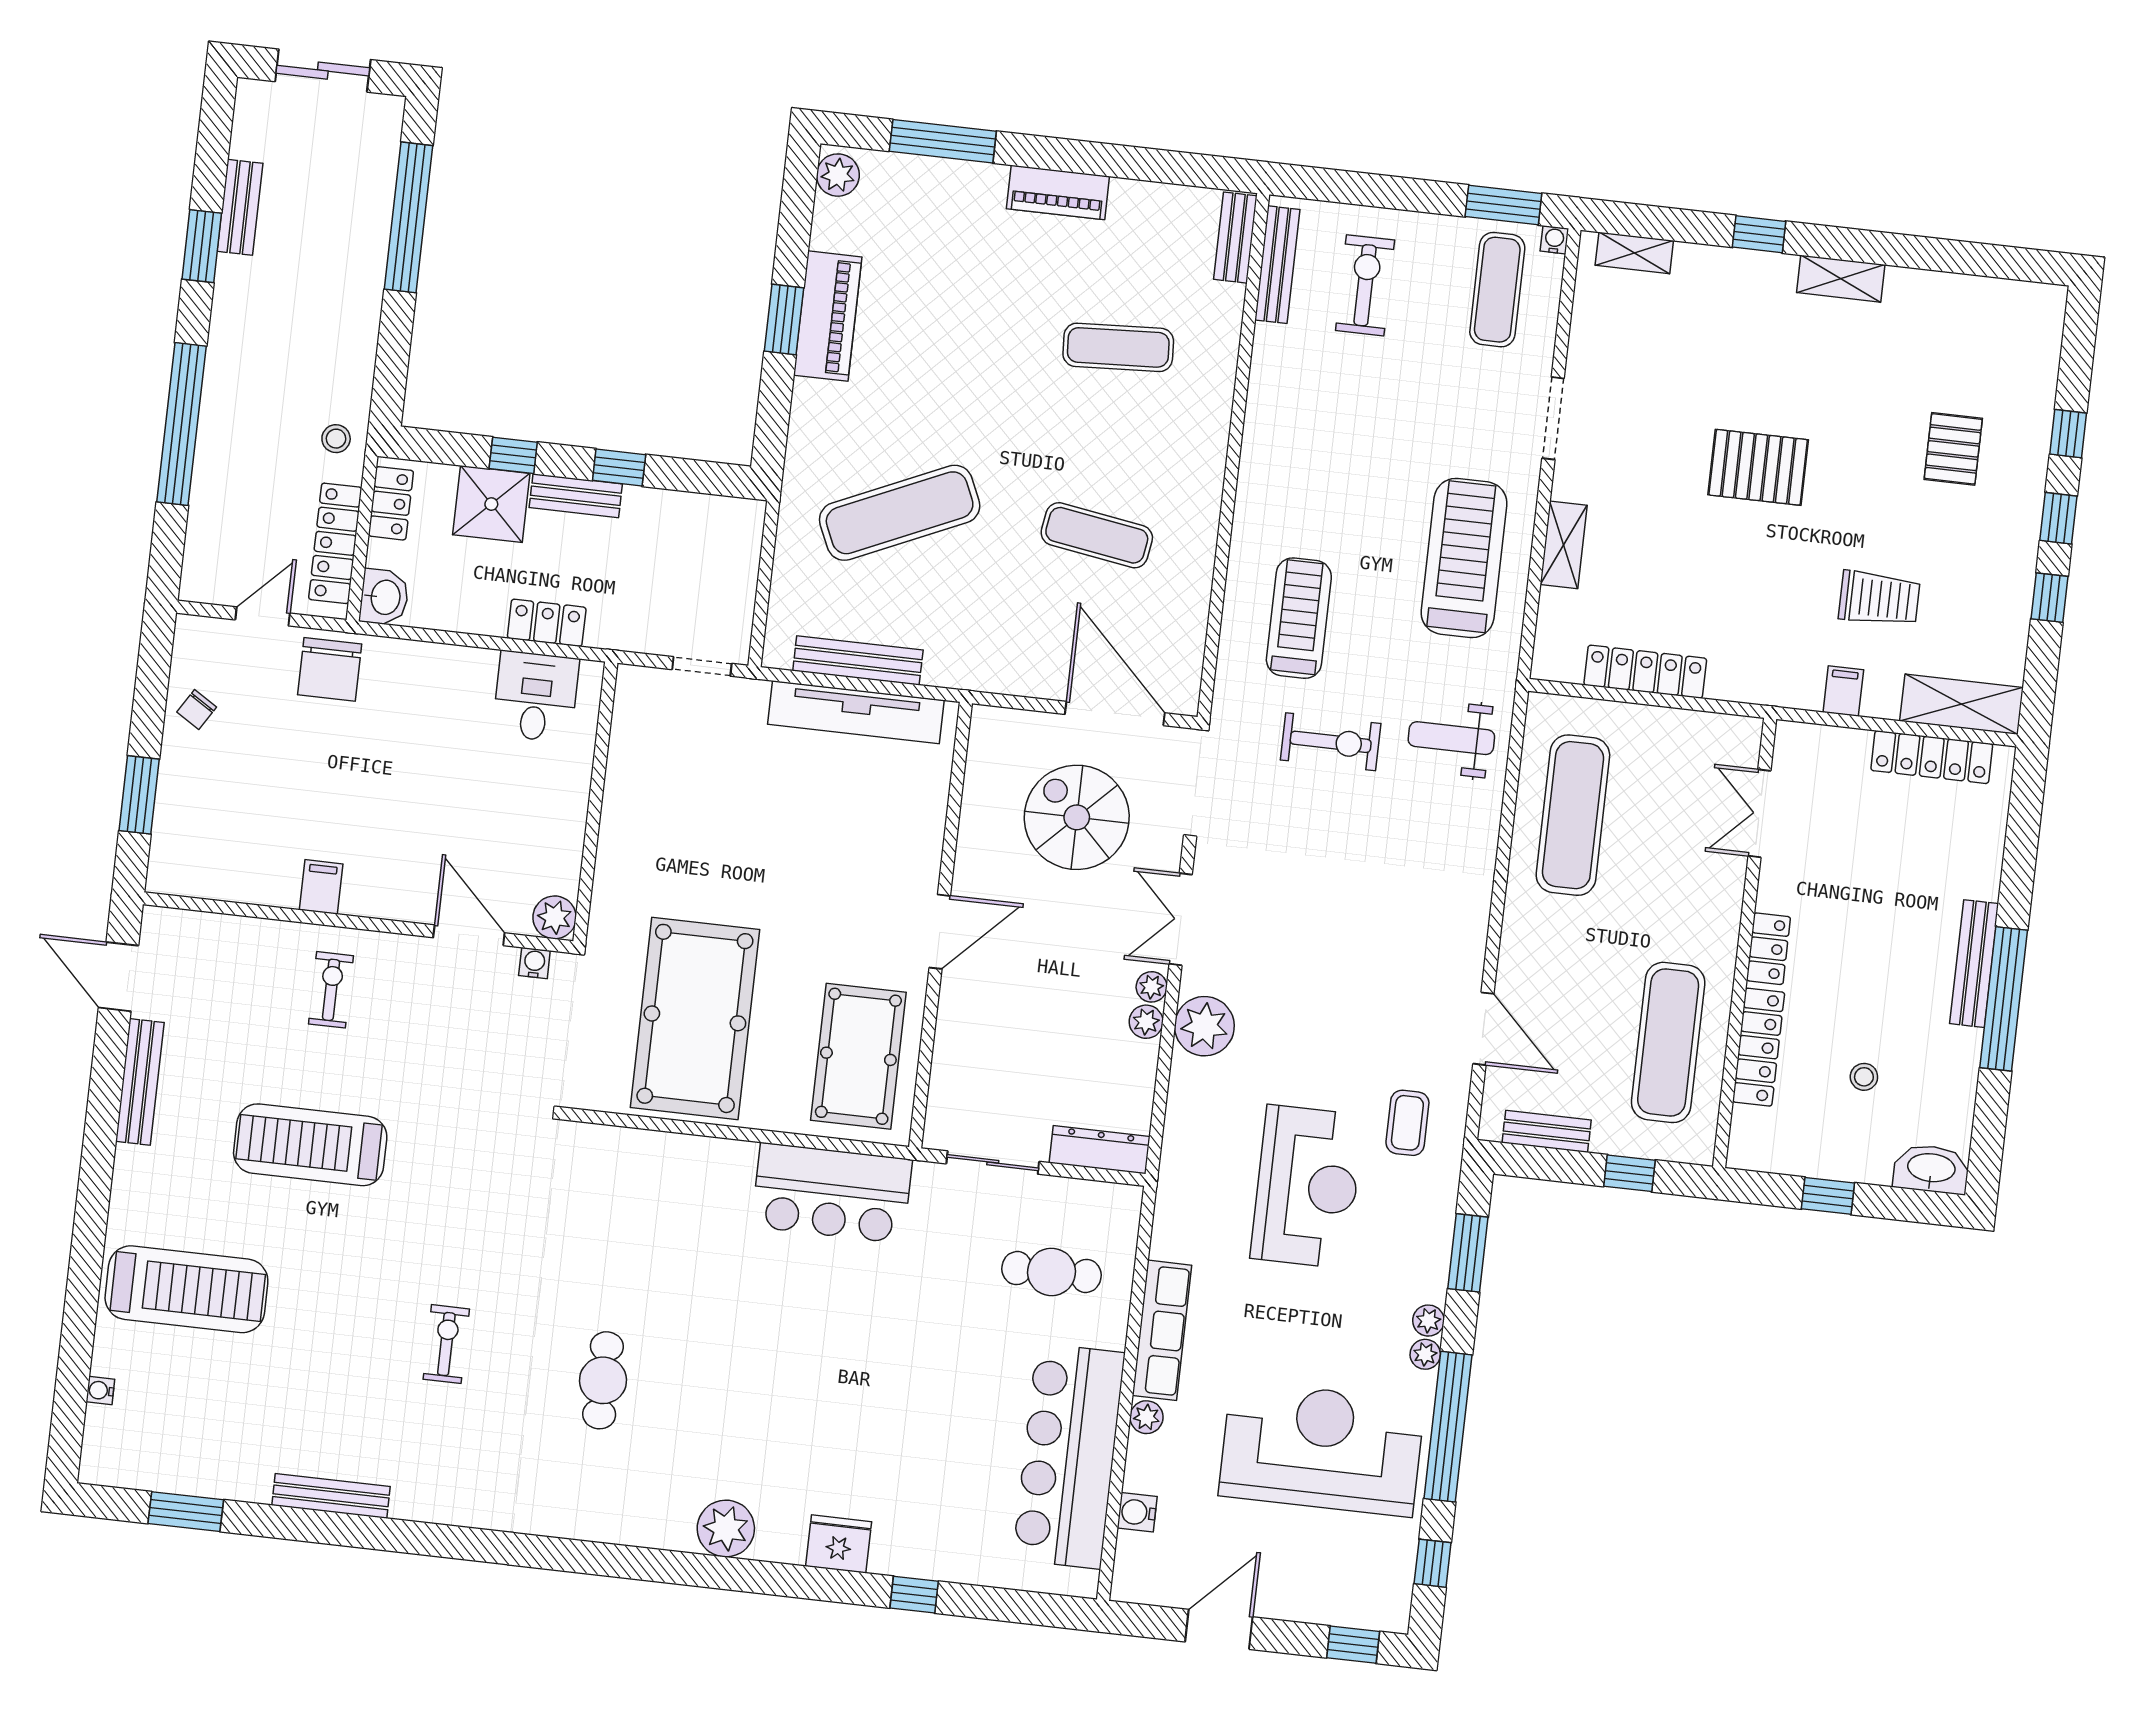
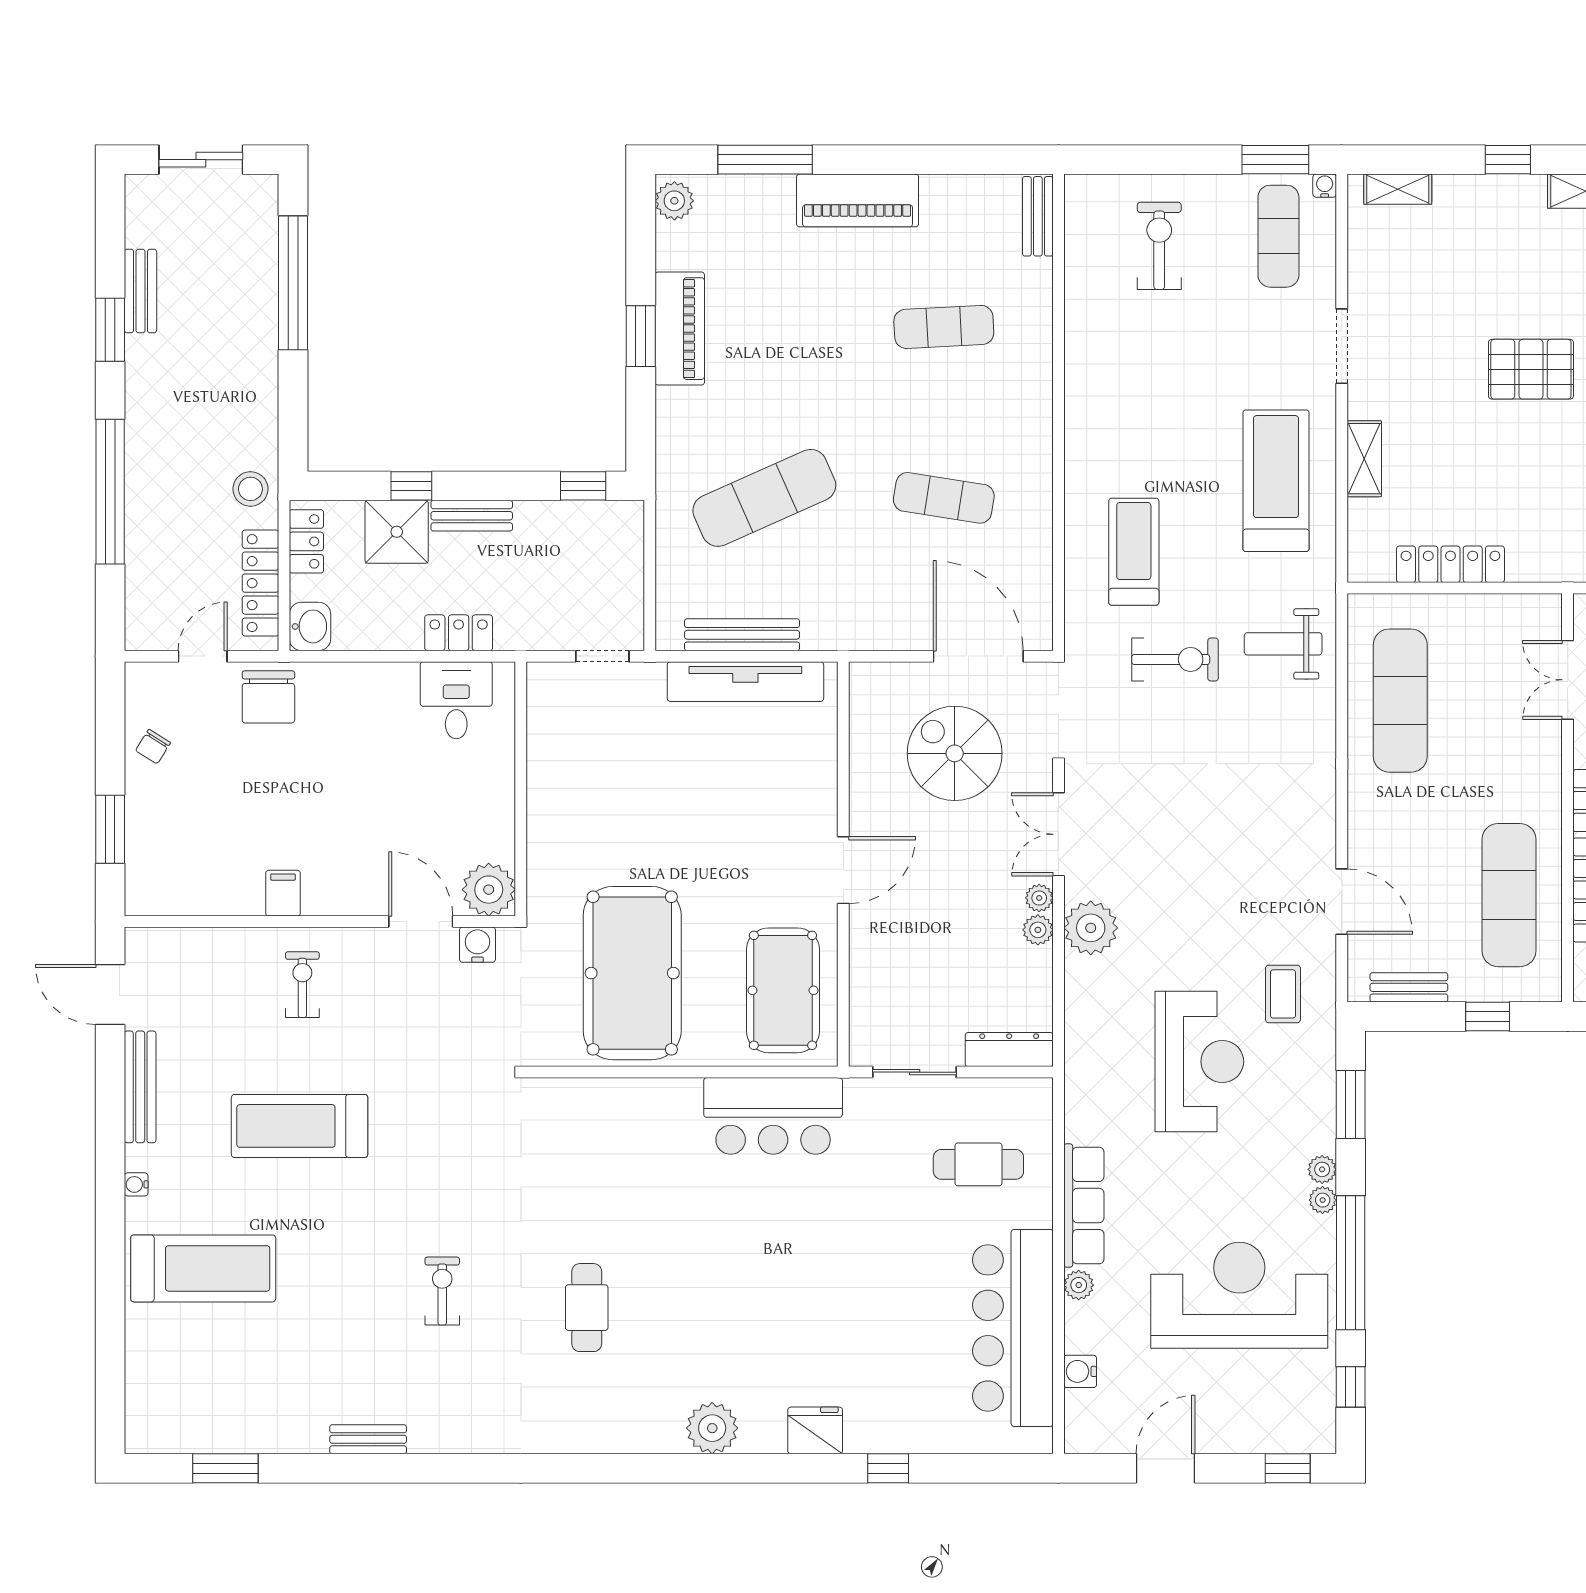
piano: (1058, 192) -> (858, 200), width x1.37, depth x1.33
bench: (1277, 265) -> (1078, 236), removed
stool: (336, 439) -> (250, 489), width x1.37, depth x1.37
window: (619, 467) -> (583, 486), moved
plant: (555, 917) -> (489, 890), width x1.36, depth x1.36
water cooler: (534, 963) -> (477, 945), width x1.38, depth x1.38
water cooler: (100, 1390) -> (136, 1184), moved
bench: (331, 1496) -> (368, 1439), width x0.73

